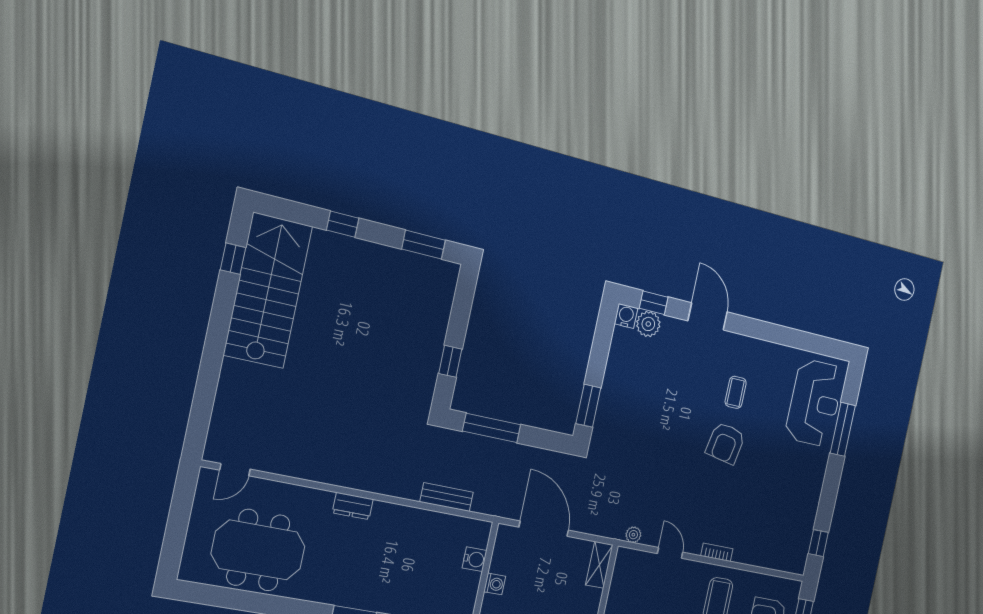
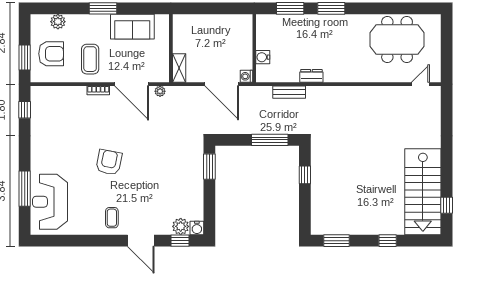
coffee table: (736, 392) -> (112, 218), moved
dresser: (353, 506) -> (311, 76), moved
door: (670, 553) -> (132, 84), width x1.88
washing machine: (495, 584) -> (246, 76), moved

